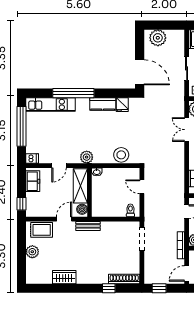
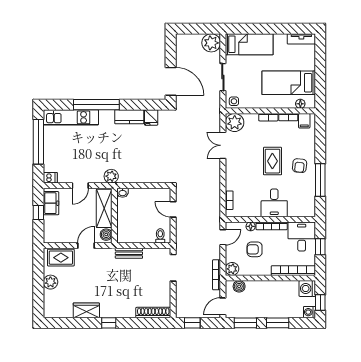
plant: (158, 38) -> (211, 43), moved
stool: (121, 155) -> (150, 174), removed
window: (22, 204) -> (38, 212), moved
bench: (88, 226) -> (129, 253), moved
window: (109, 288) -> (109, 323), moved

